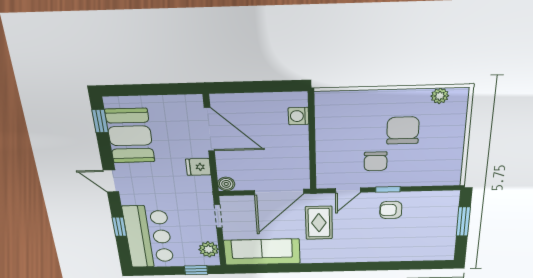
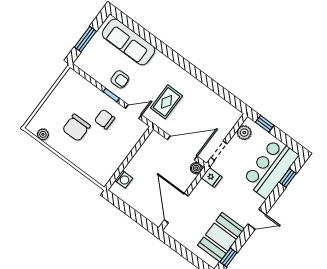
chair: (376, 161) -> (105, 119), turned -90
fridge: (198, 167) -> (212, 177), moved
door: (111, 181) -> (257, 219), hinge flipped
door: (279, 192) -> (182, 148), moved
window: (119, 227) -> (288, 178), moved
sofa: (262, 252) -> (129, 42), moved

